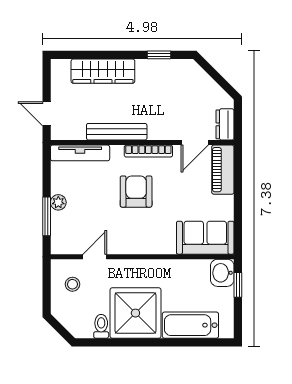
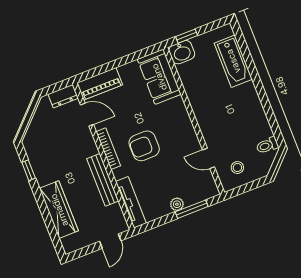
shower: (135, 313) -> (241, 109), removed
toilet: (101, 326) -> (267, 145), moved

